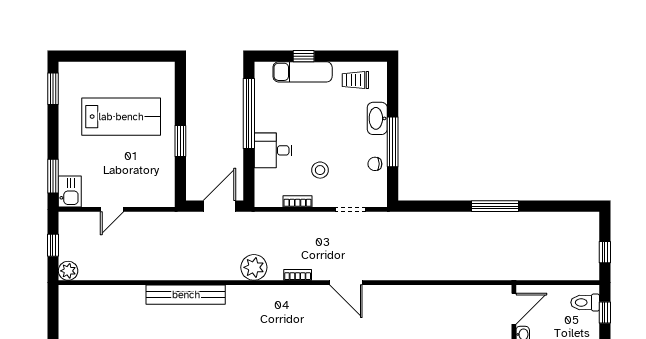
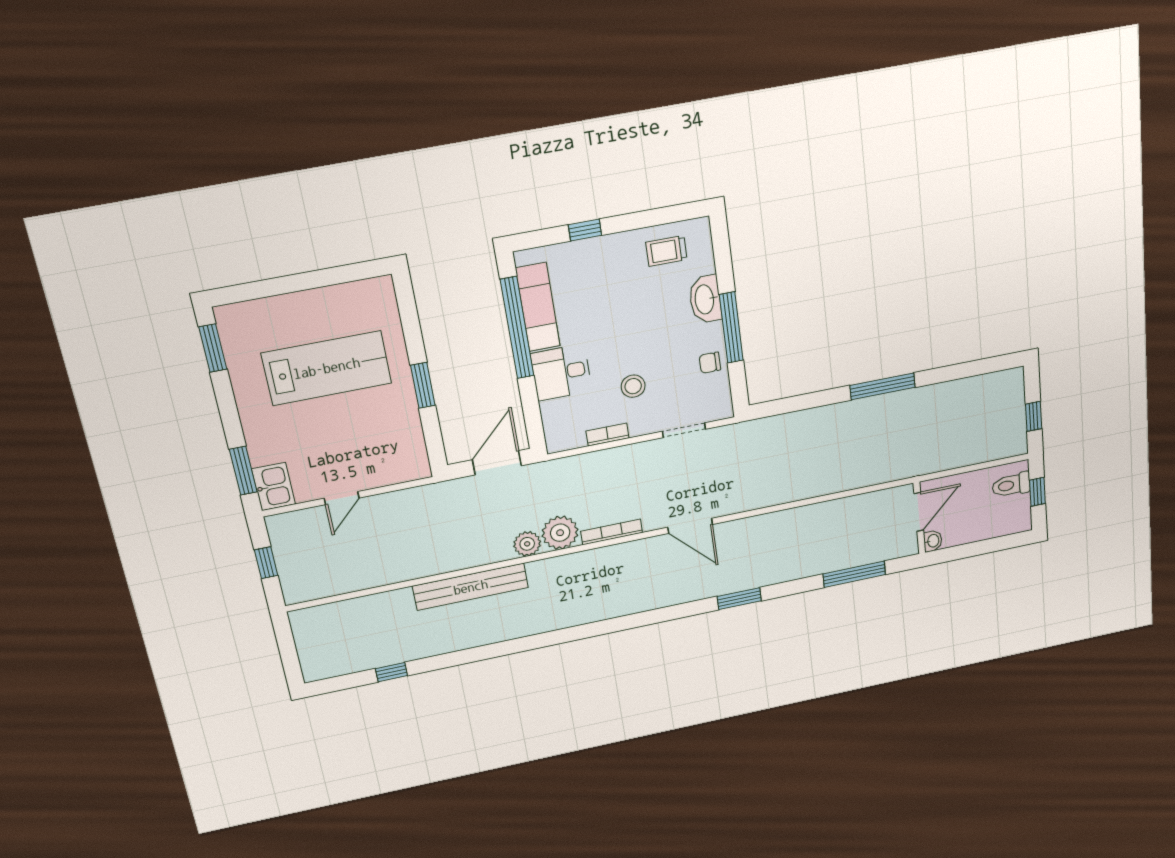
exam couch: (303, 72) -> (538, 307), moved, turned -90
plant: (68, 271) -> (527, 544), moved
bookcase: (298, 275) -> (612, 532), width x1.56

